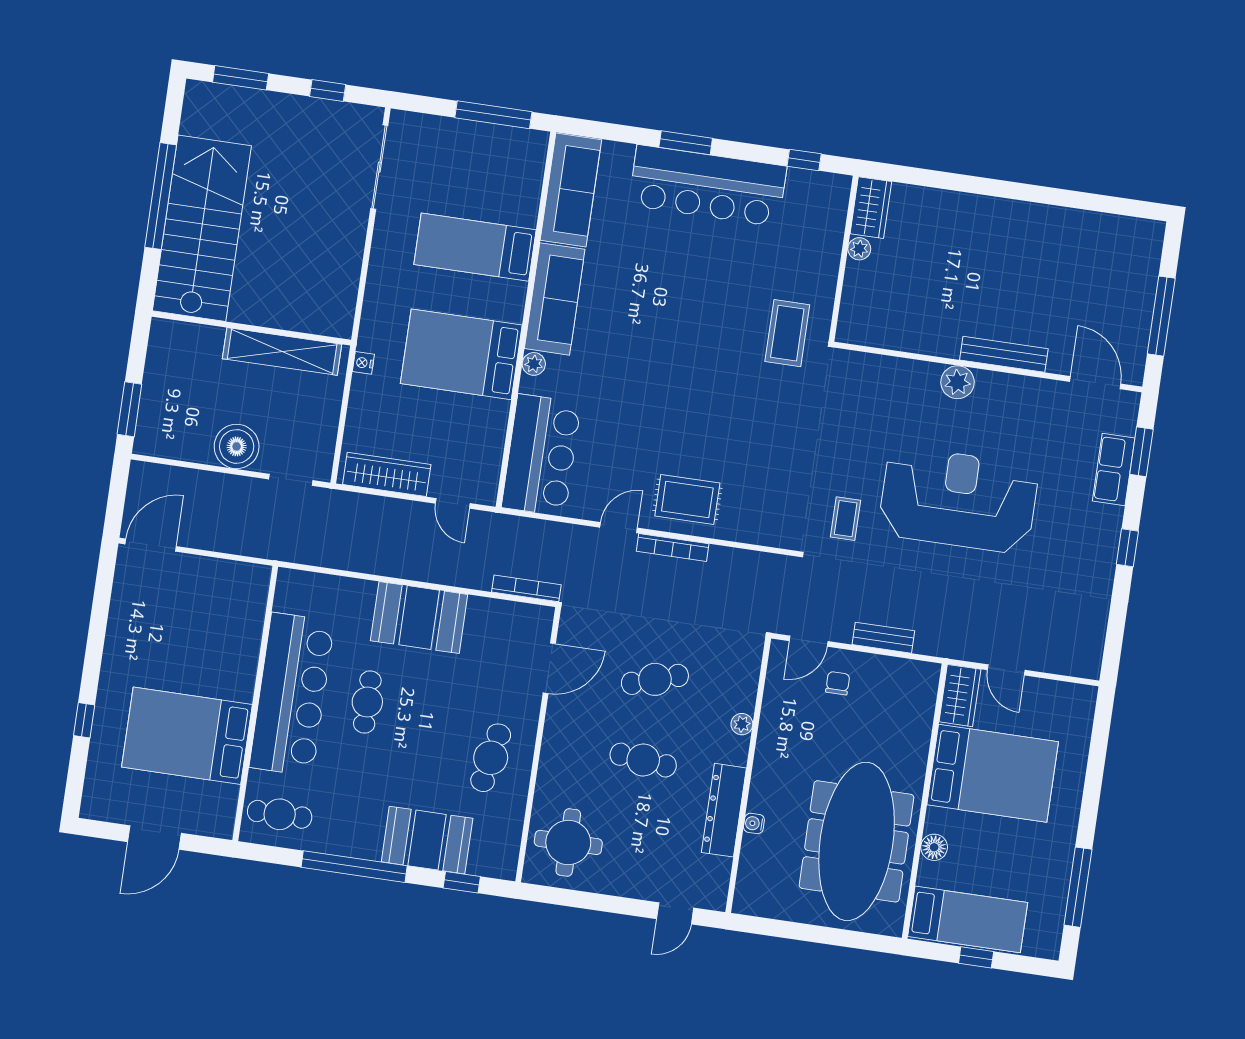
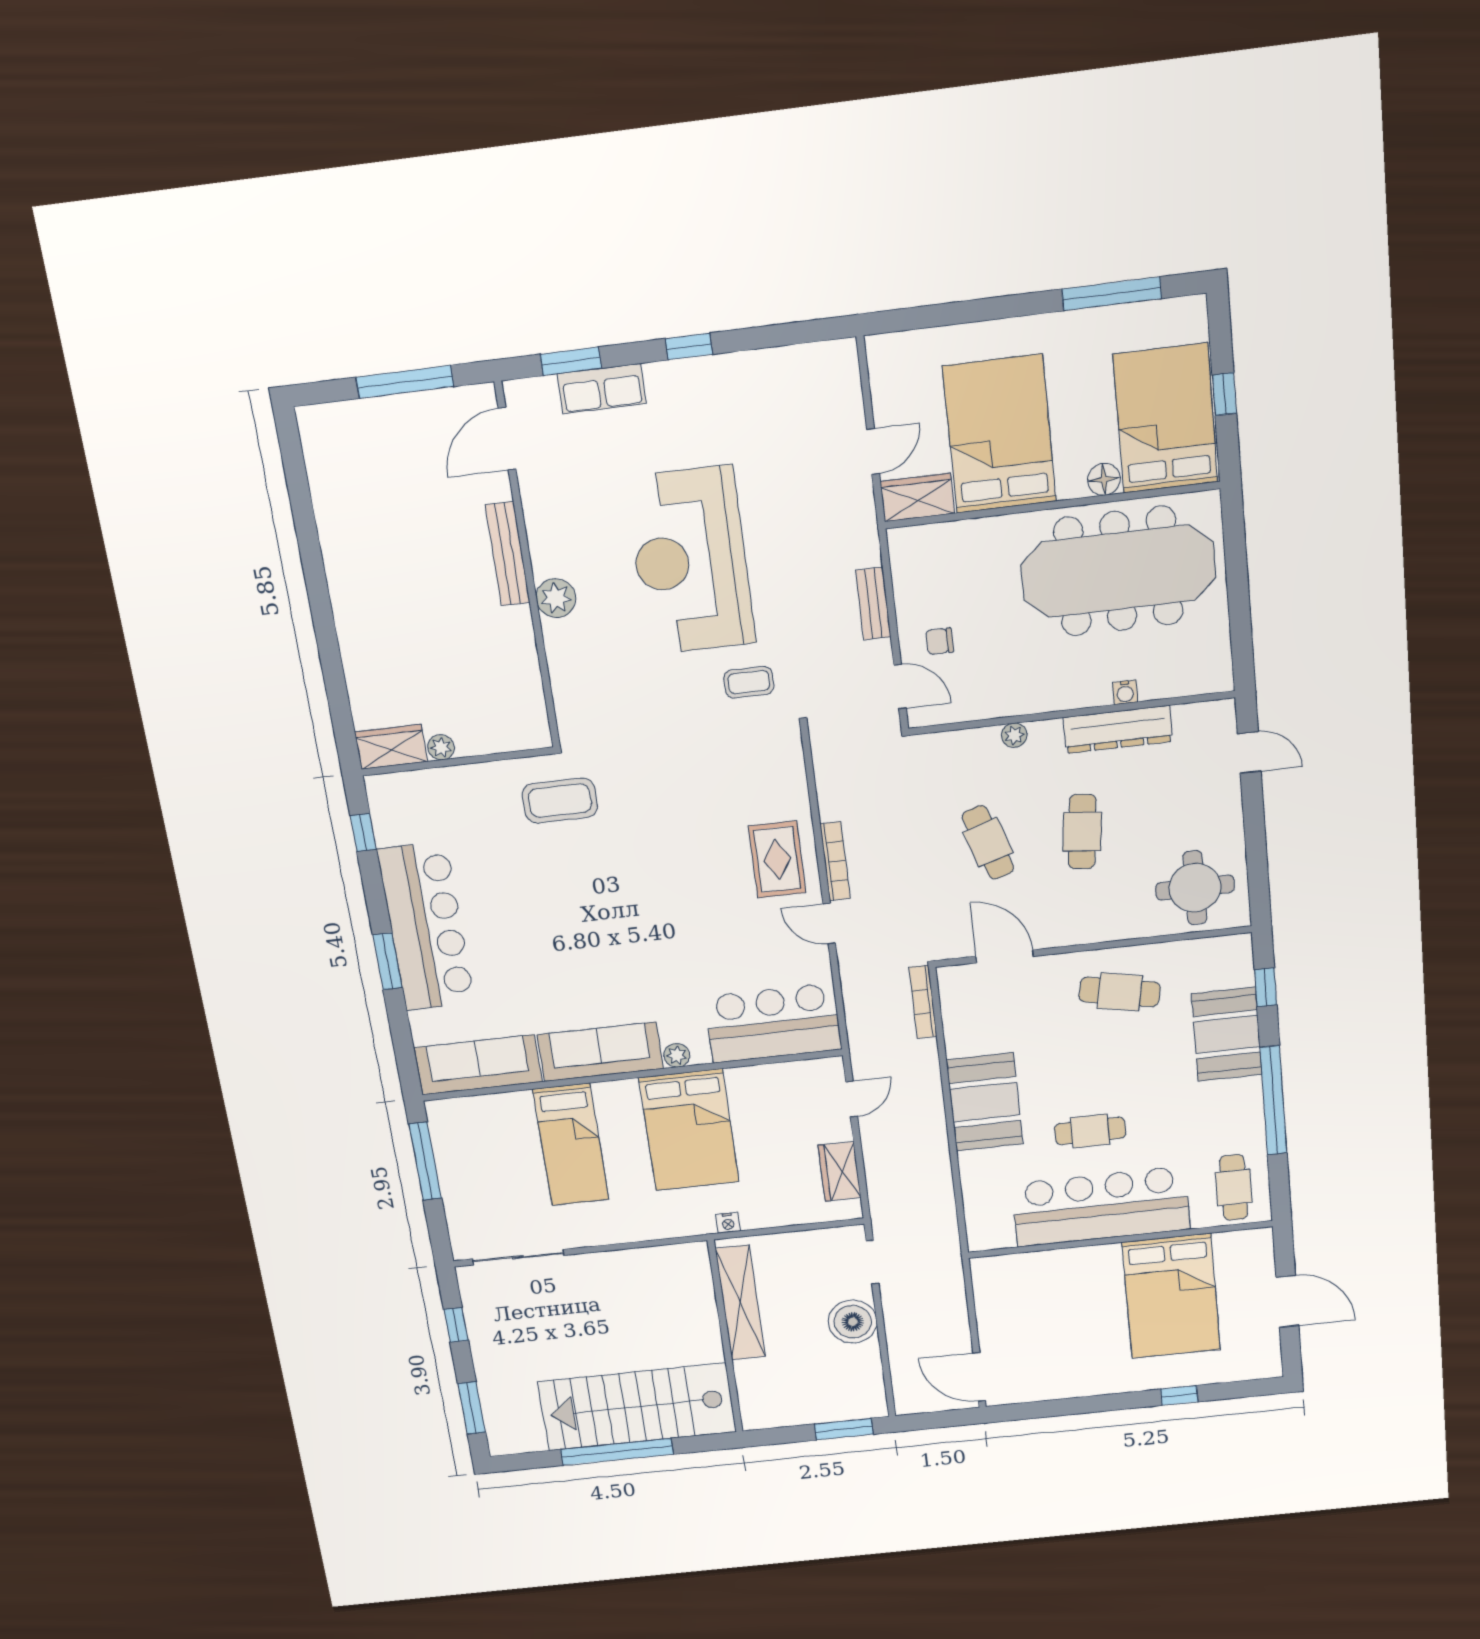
wardrobe: (387, 474) -> (840, 1171), width x0.67
bed: (968, 919) -> (1165, 418), width x1.50

